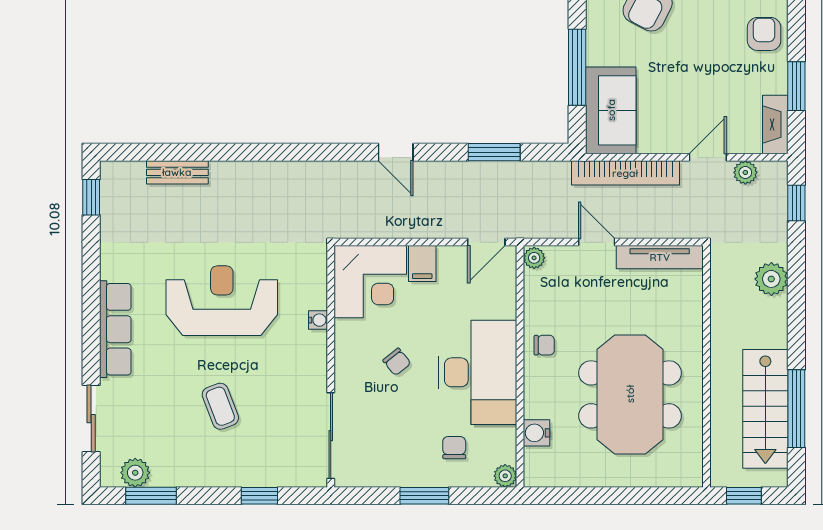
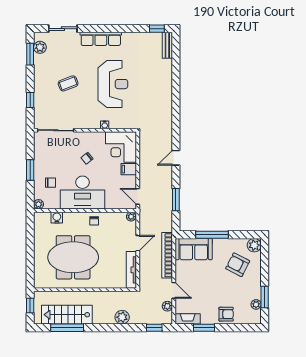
bench: (177, 172) -> (167, 45), moved

